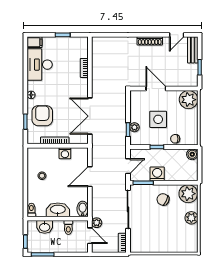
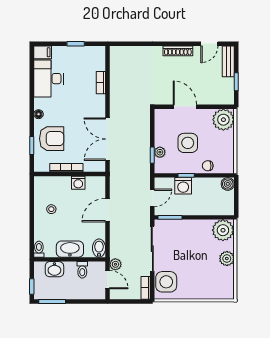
armchair: (42, 116) -> (52, 139), turned 90
washing machine: (157, 174) -> (183, 186), moved, turned 180
chair: (163, 199) -> (193, 237), removed
side table: (140, 238) -> (166, 282), added

